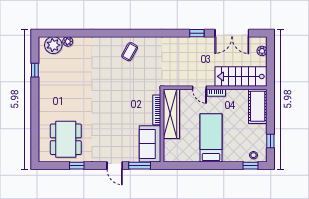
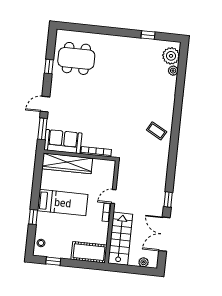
wardrobe: (171, 114) -> (67, 163), moved
window: (250, 166) -> (33, 217), moved

